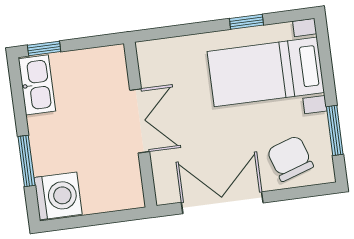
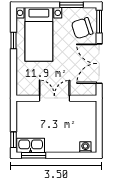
window: (26, 161) -> (34, 155), moved
window: (308, 191) -> (99, 22), added
washing machine: (58, 196) -> (85, 147), width x0.53, depth x0.53

